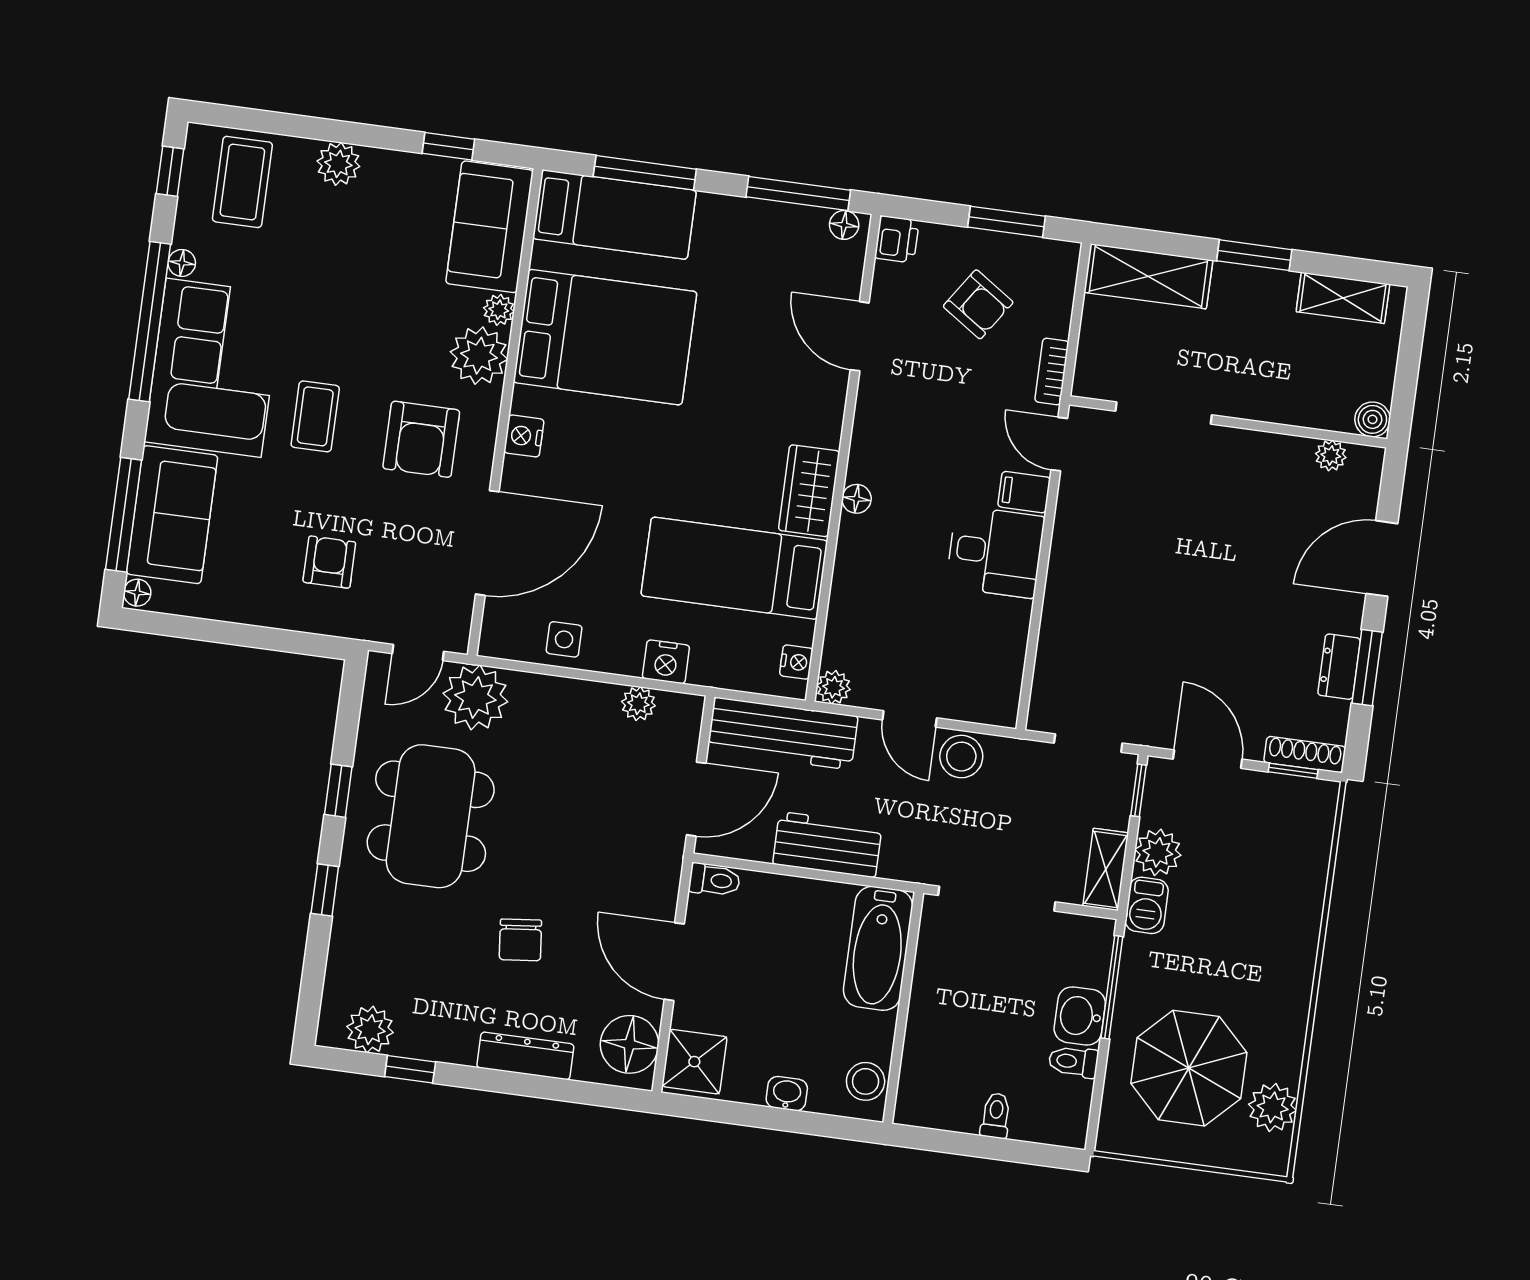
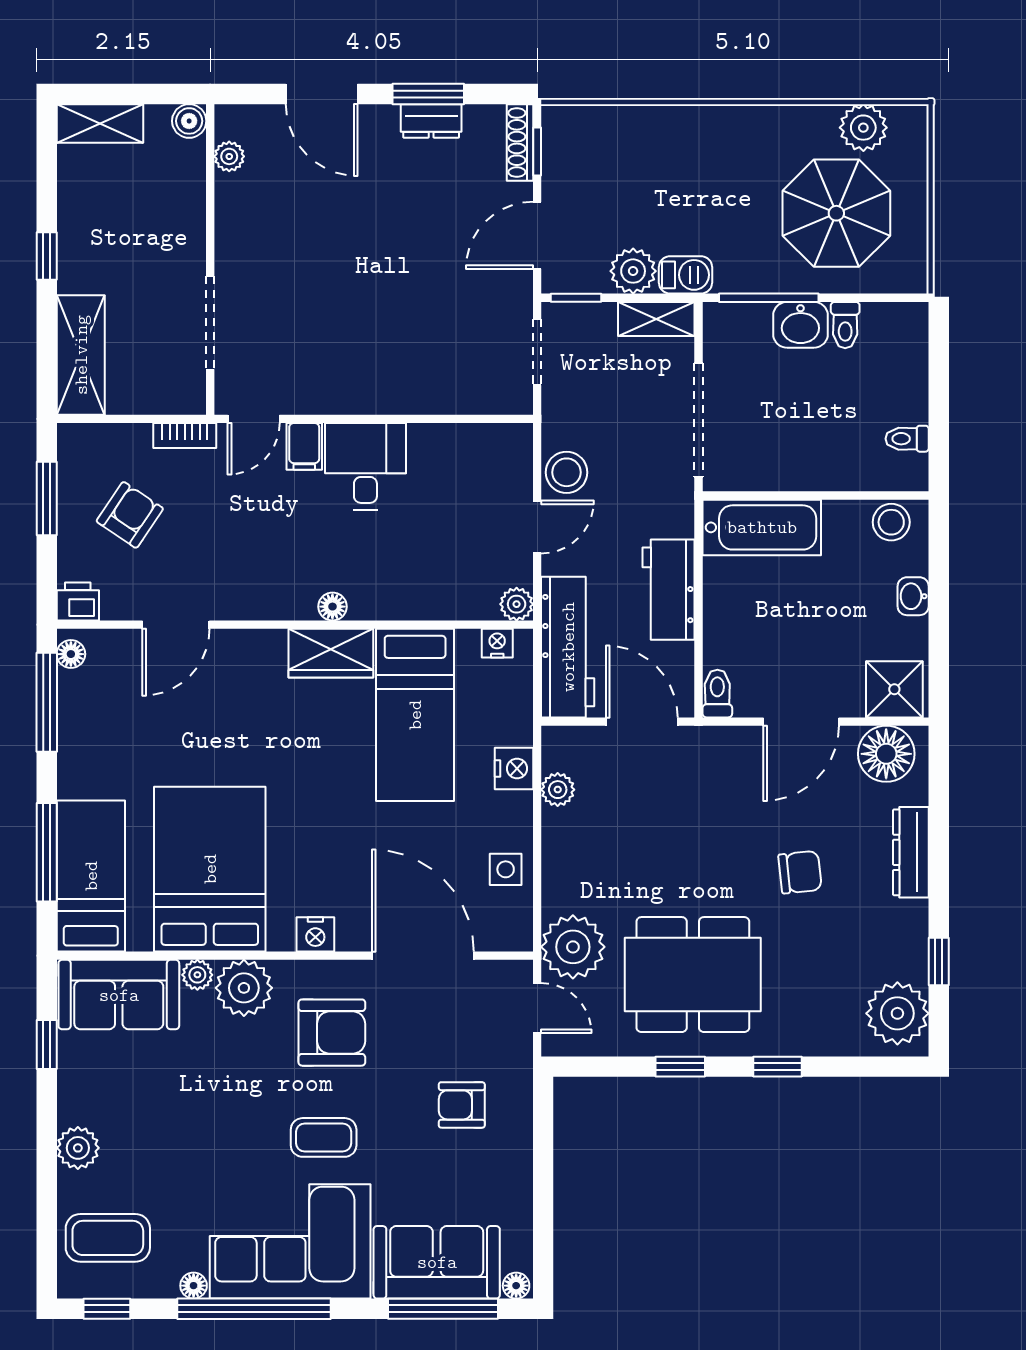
window: (1254, 255) -> (47, 256), width x0.67
shelving: (1343, 298) -> (100, 123), moved, turned 90
plant: (370, 1030) -> (897, 1013), width x1.36, depth x1.36
toilet: (996, 1116) -> (907, 439), moved

